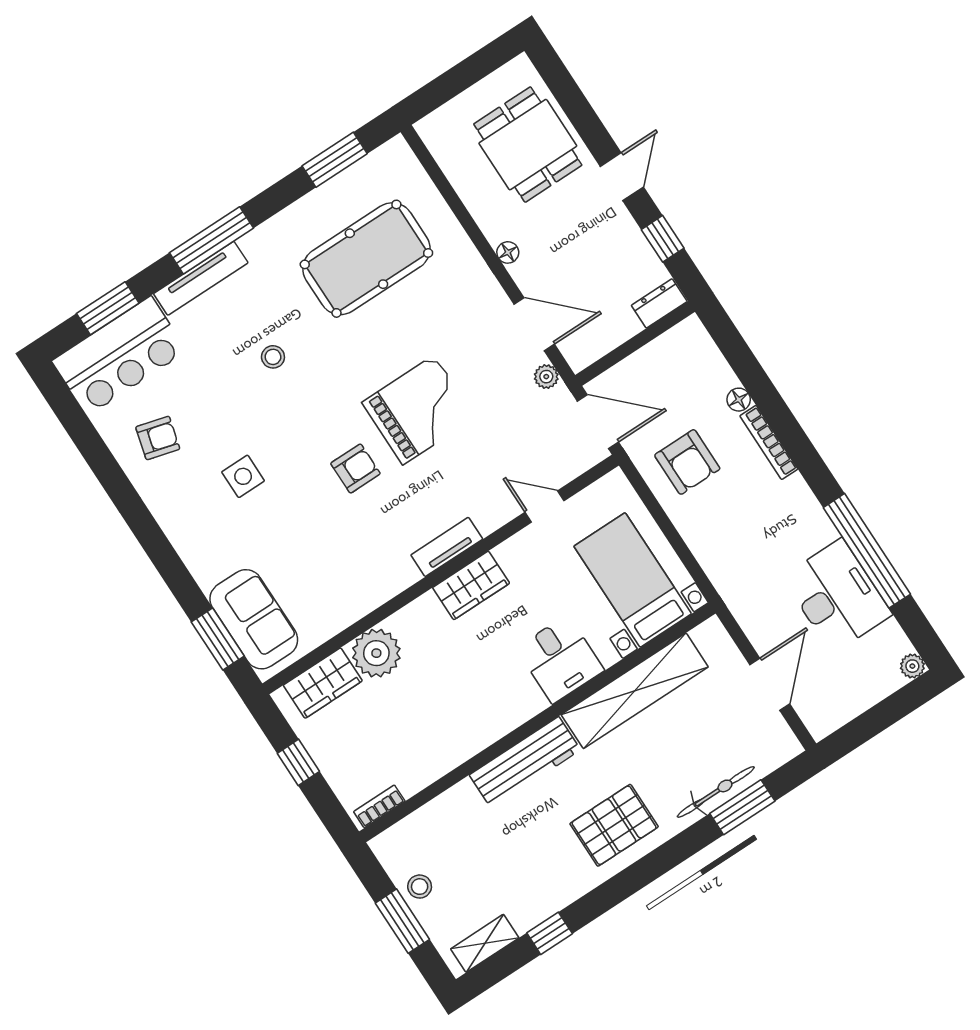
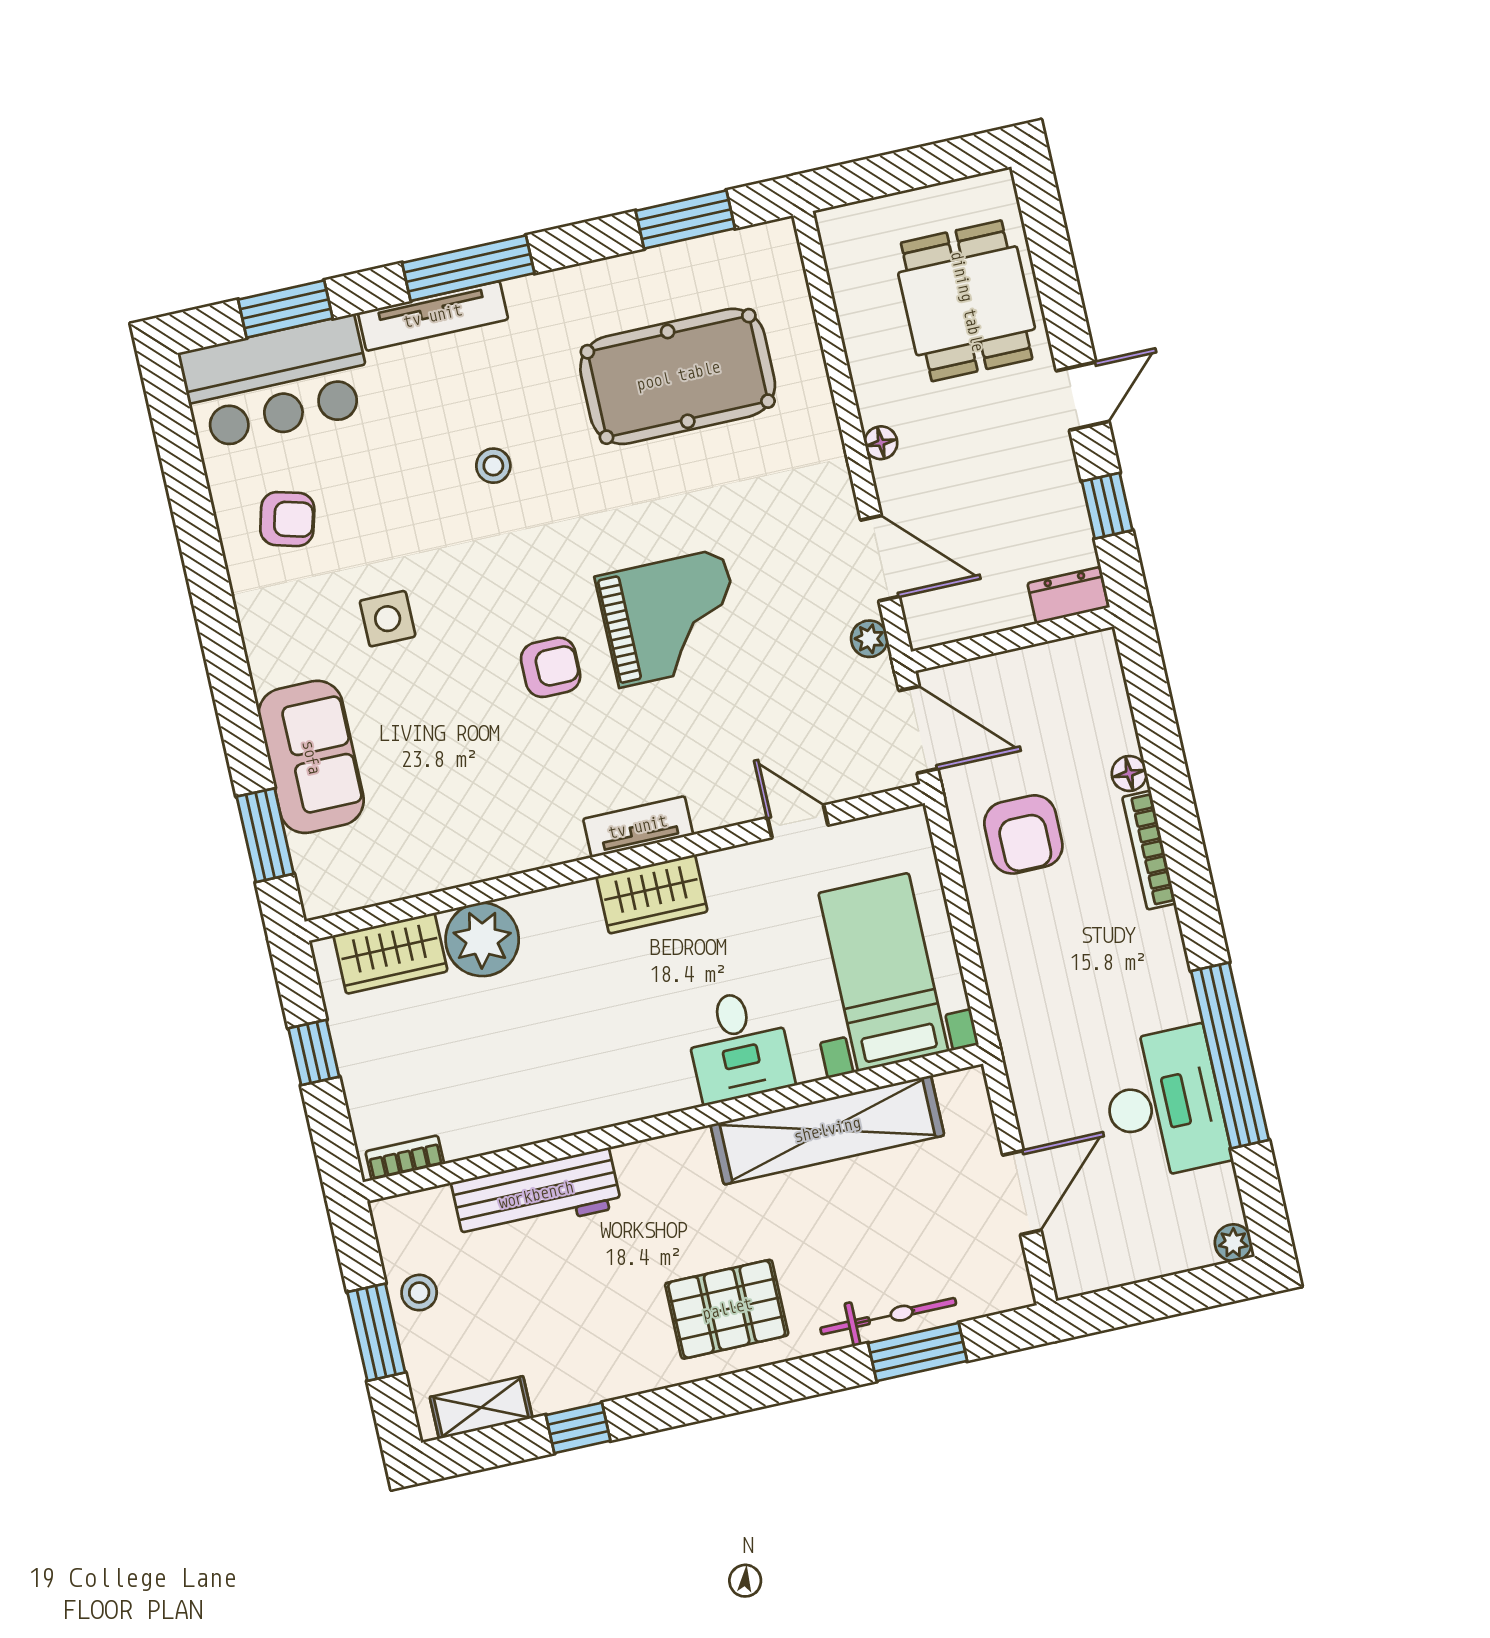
sofa: (254, 619) -> (311, 757), moved
workbench: (525, 762) -> (536, 1195), moved

